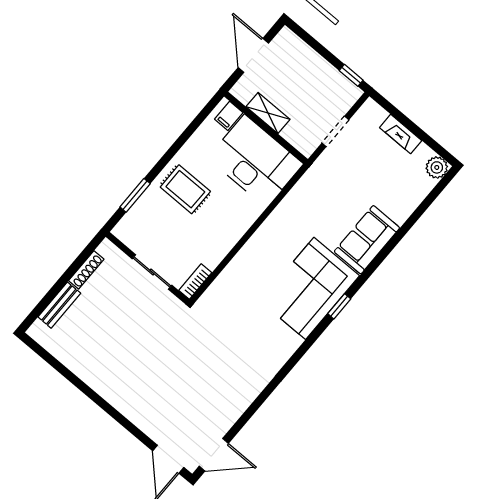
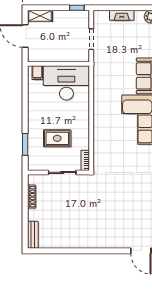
shelving: (268, 113) -> (40, 16), moved
rug: (185, 189) -> (57, 138), moved
bench: (59, 305) -> (33, 235), moved

